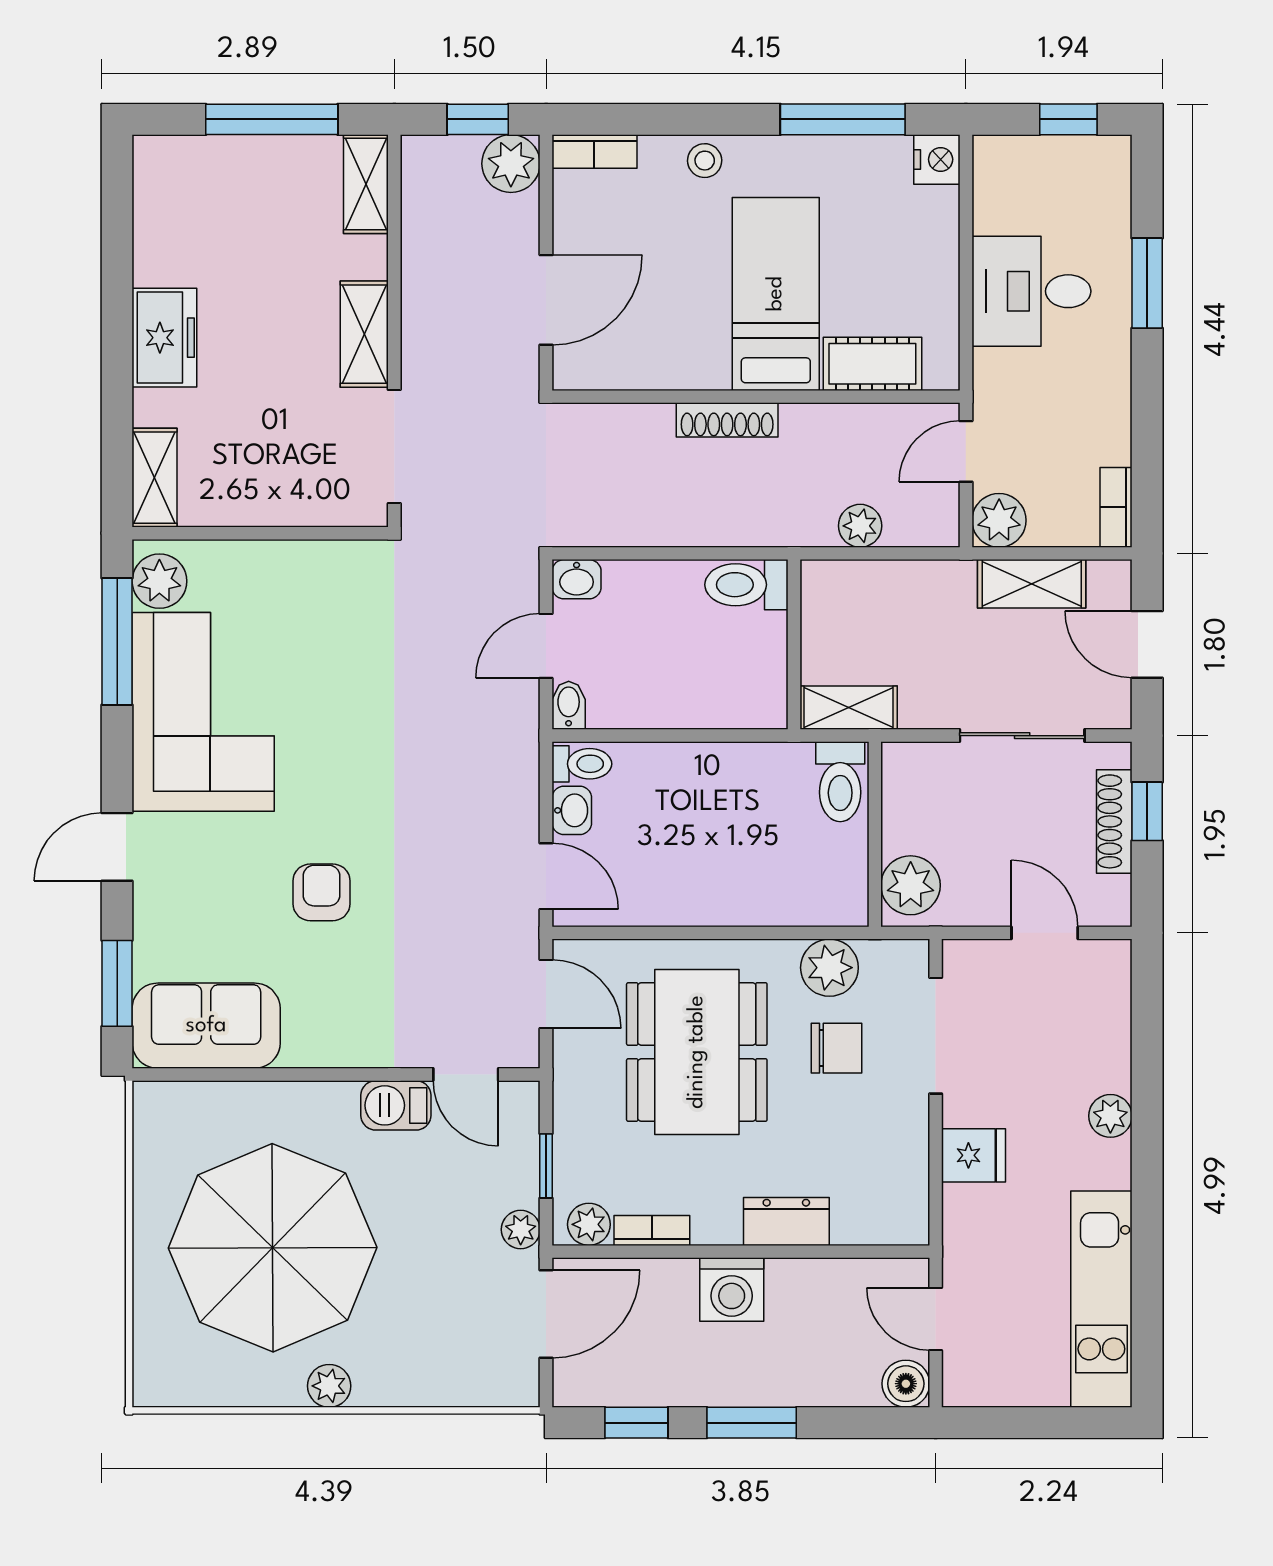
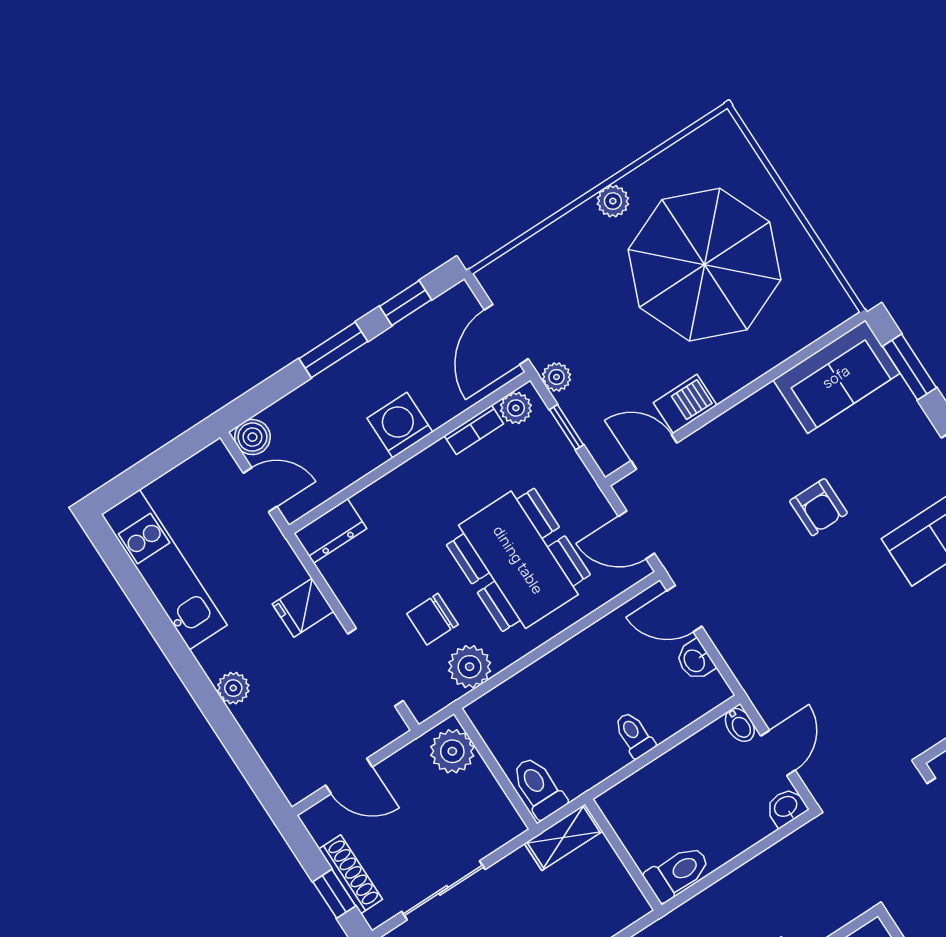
toilet: (582, 764) -> (634, 735), moved, turned 90
dresser: (786, 1221) -> (330, 531), moved

